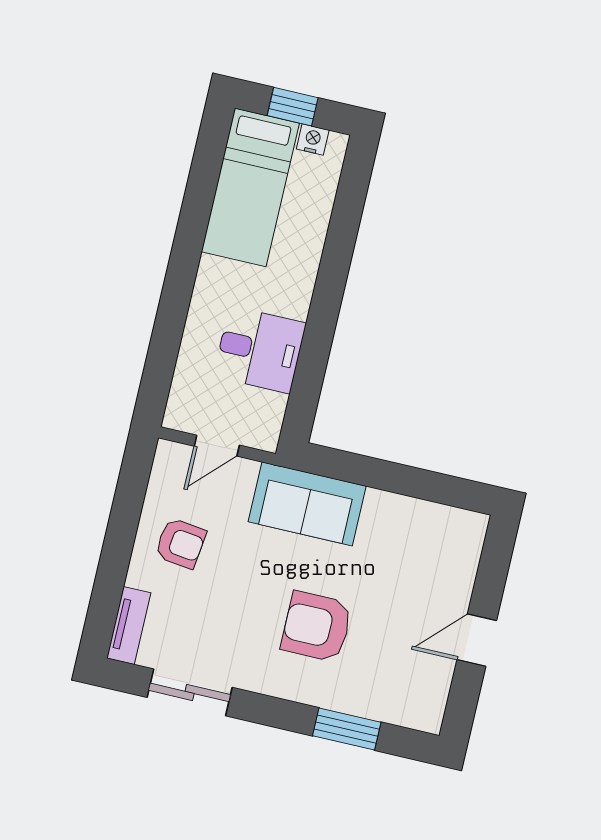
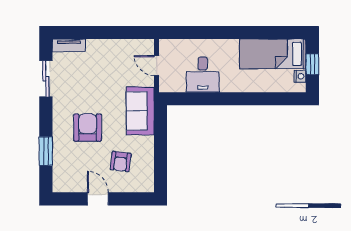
armchair: (180, 543) -> (121, 162), moved

